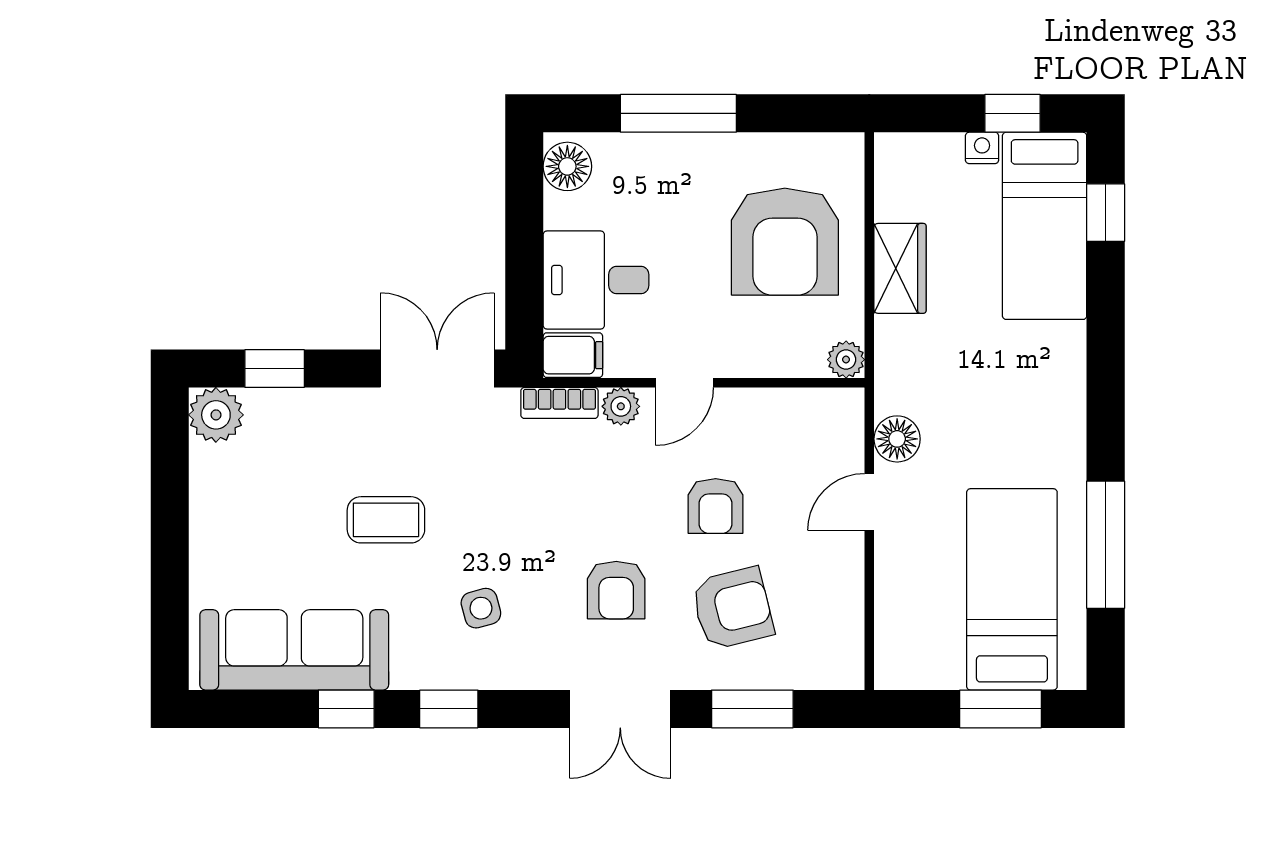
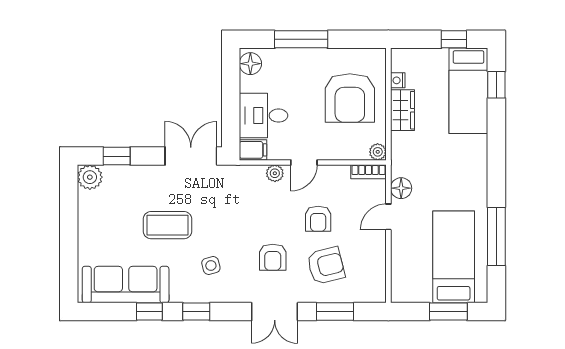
nightstand: (982, 148) -> (398, 80), moved, turned -90
bookcase: (559, 403) -> (369, 172), moved
coffee table: (386, 520) -> (167, 225), width x1.36, depth x1.30

